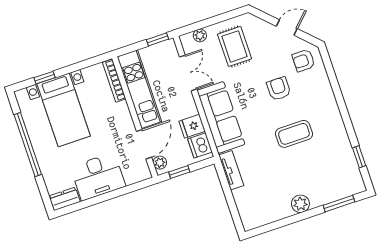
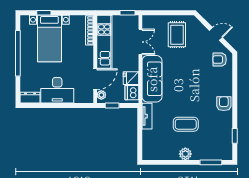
plant: (200, 35) -> (156, 20), removed
armchair: (279, 89) -> (224, 104), moved
coffee table: (294, 134) -> (186, 124), moved

